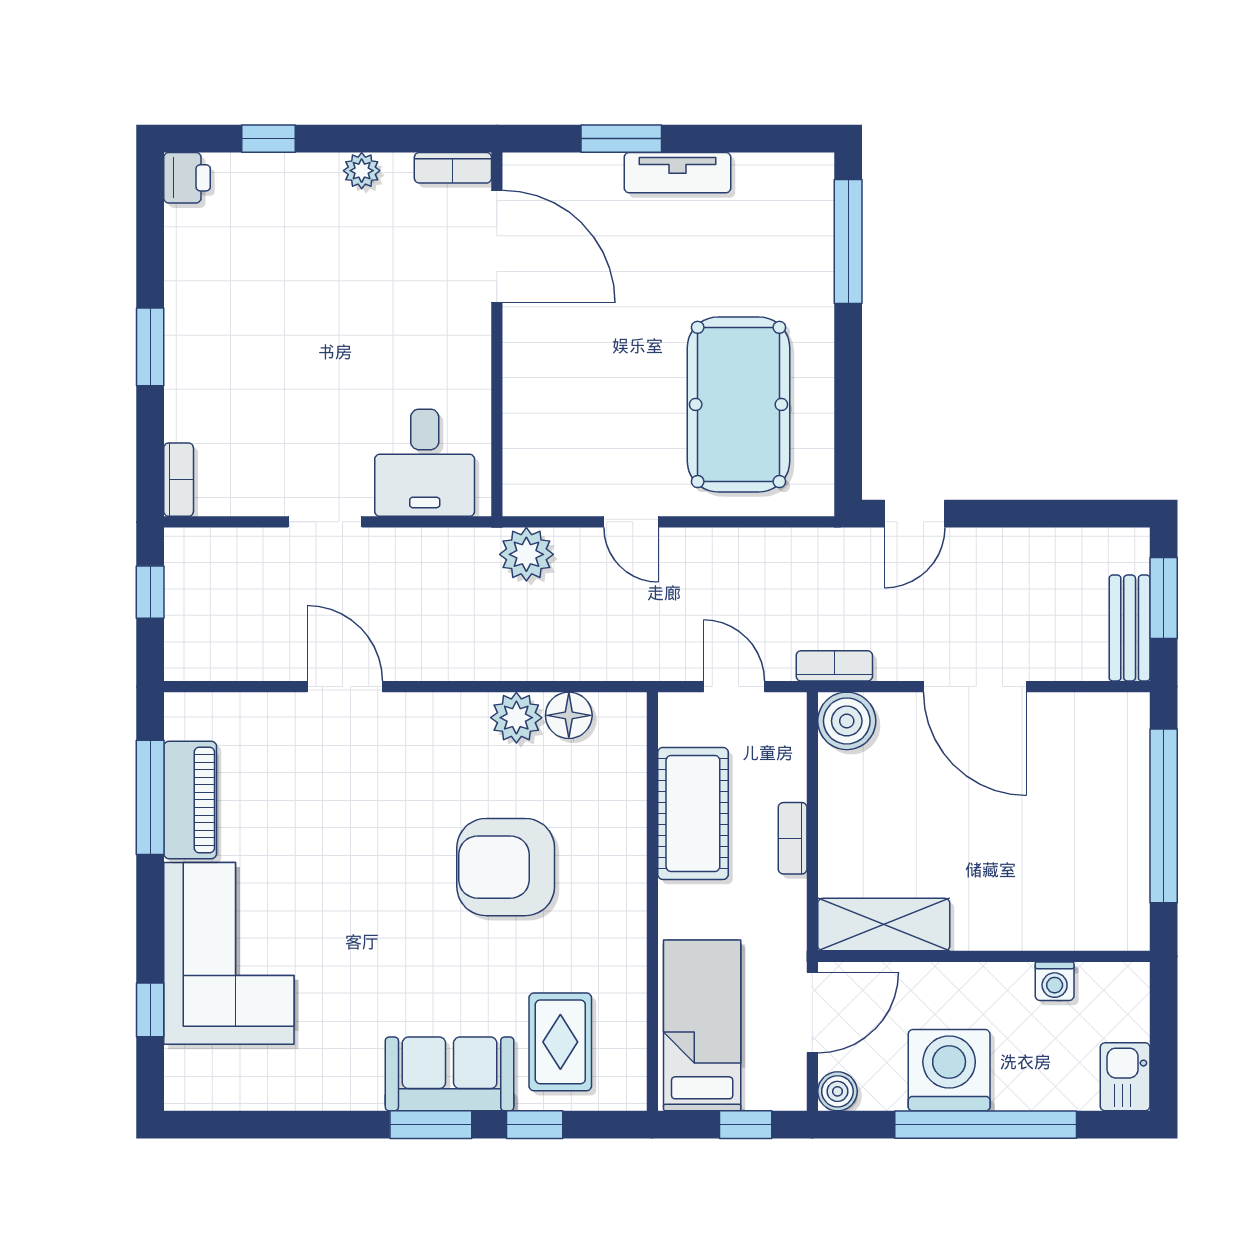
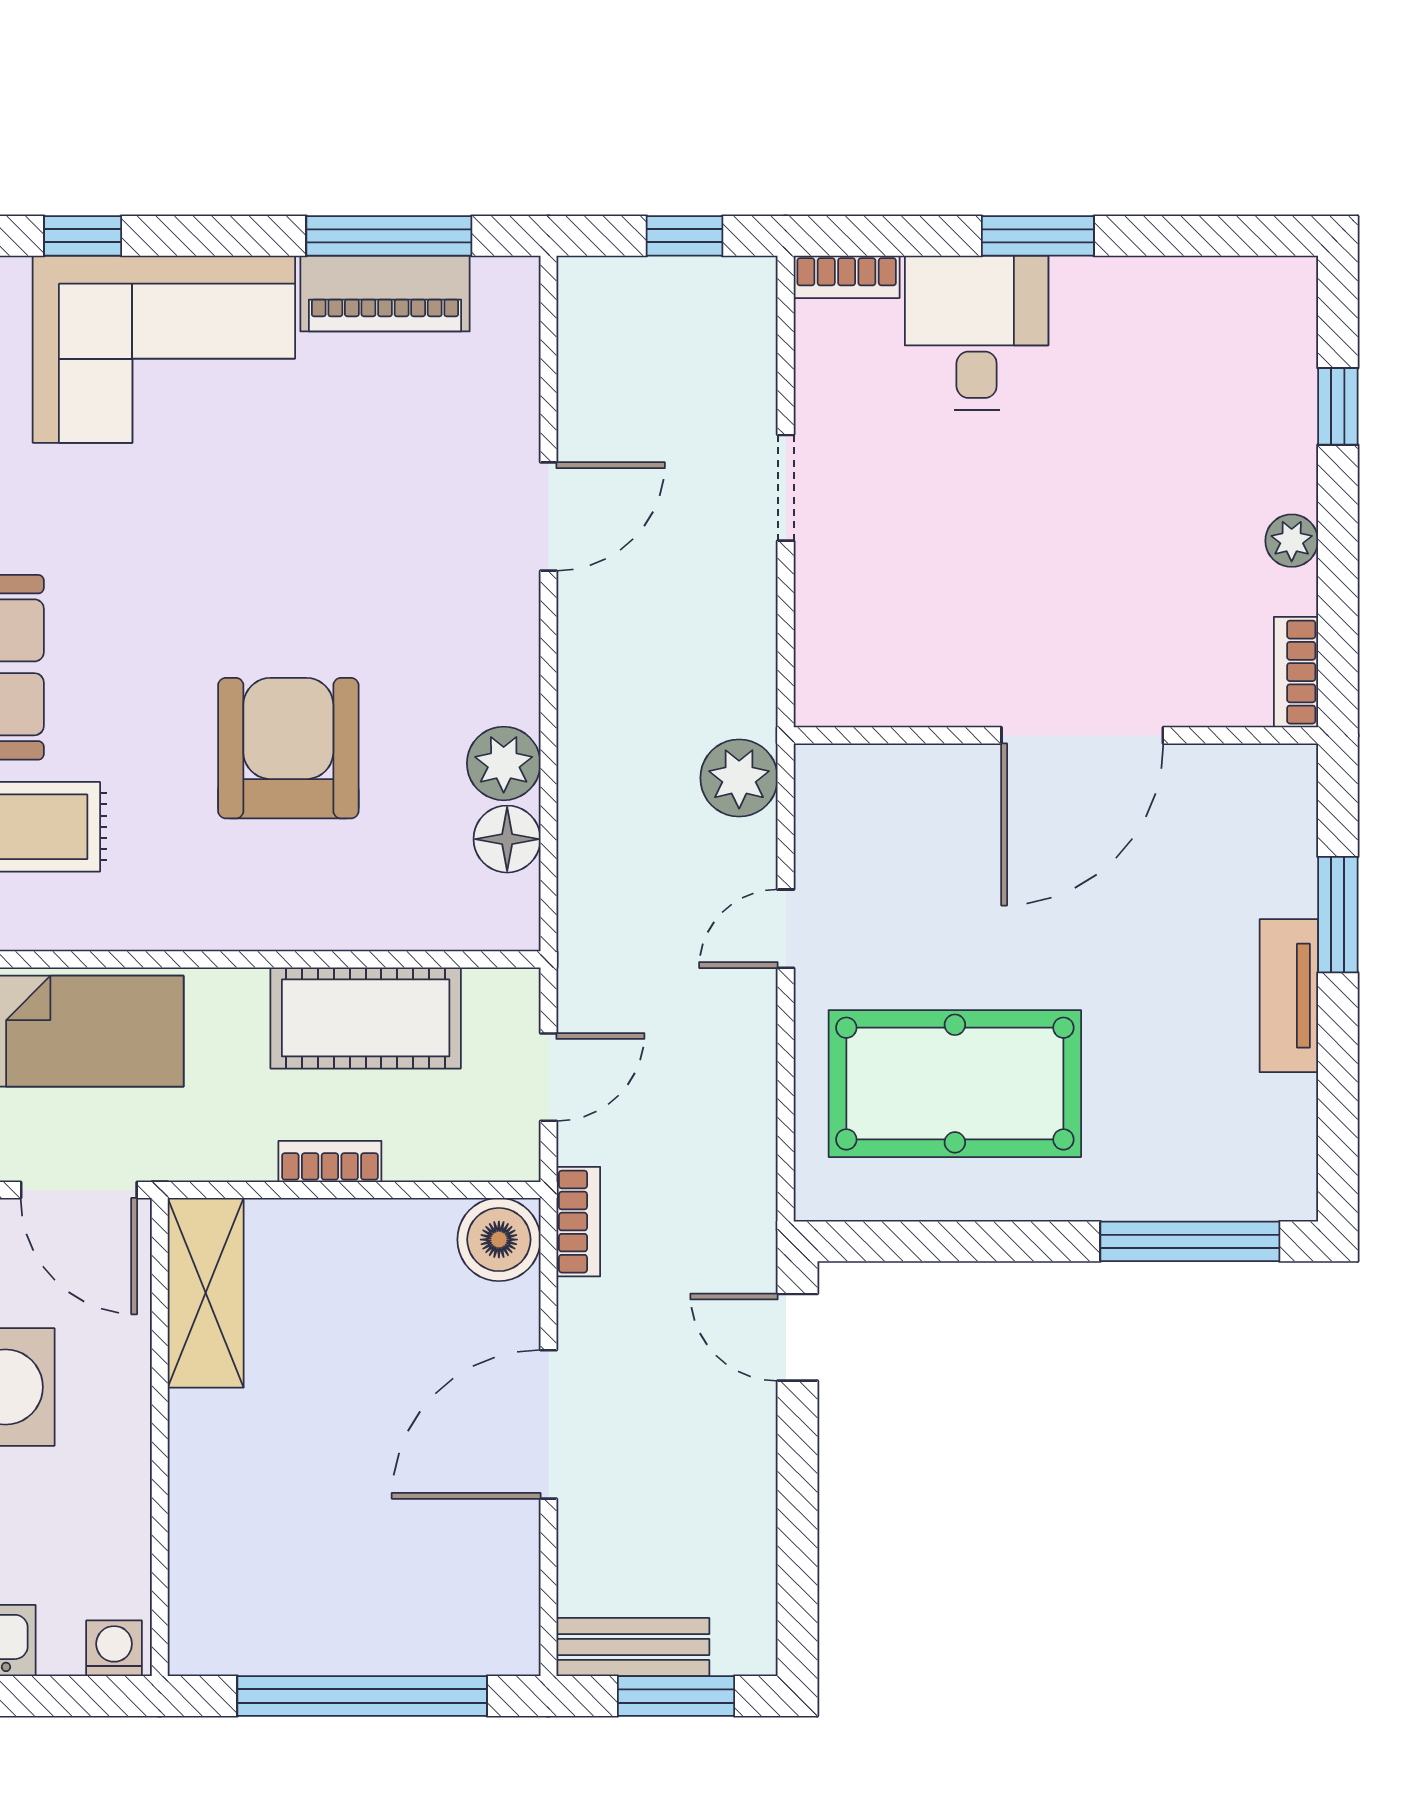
printer: (187, 178) -> (1281, 289), removed
door: (497, 247) -> (1082, 735), moved
desk: (425, 463) -> (977, 333), moved, turned 90
washing machine: (1055, 981) -> (114, 1648), moved, turned 90

